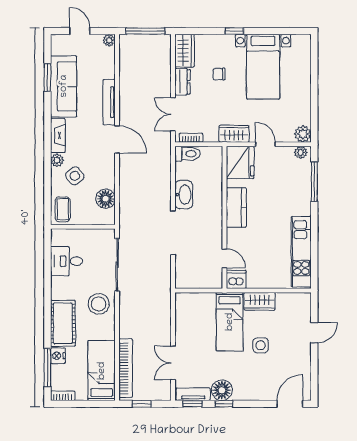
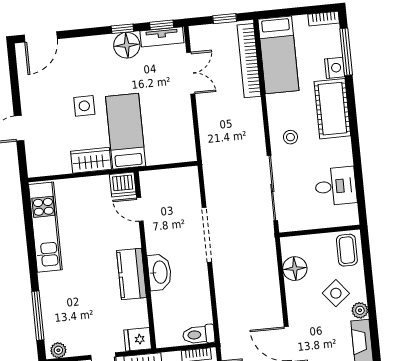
fridge: (240, 162) -> (138, 339), width x0.53, depth x0.75
washbasin: (184, 195) -> (159, 272), moved, turned 180
stool: (99, 304) -> (290, 137), width x0.53, depth x0.53

